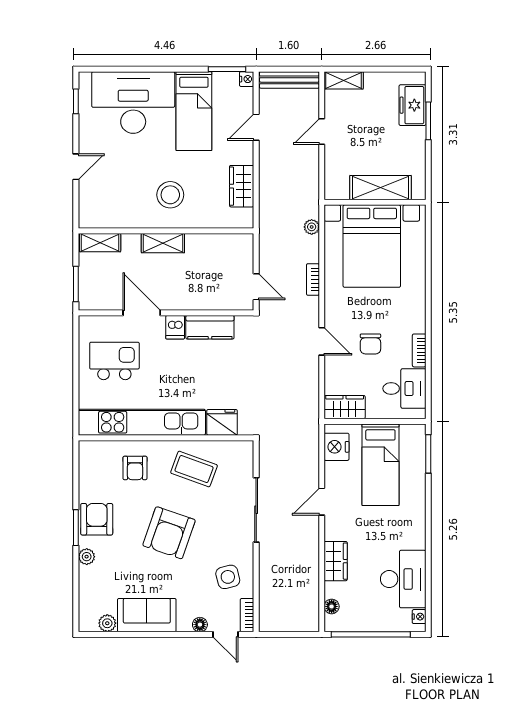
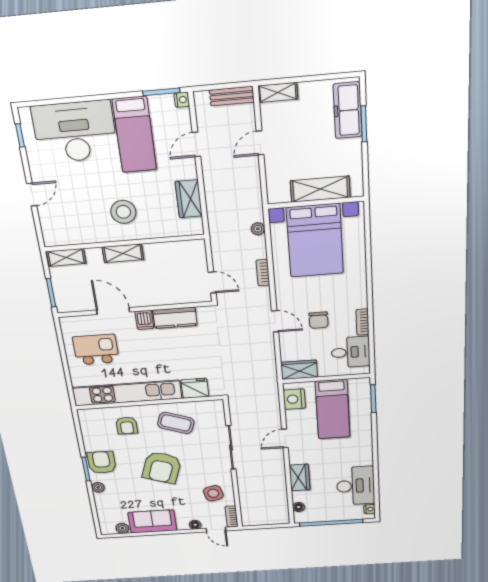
bench: (289, 80) -> (232, 96), width x0.73
freezer: (412, 105) -> (348, 110), width x1.40

